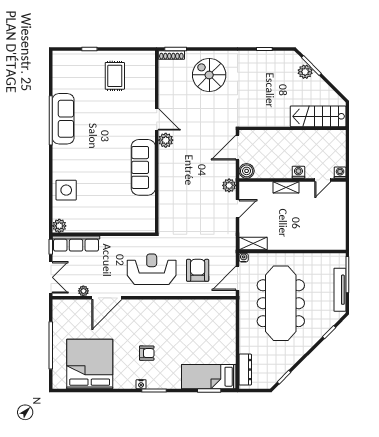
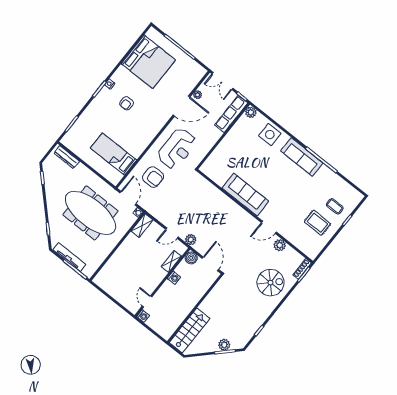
coffee table: (86, 72) -> (335, 206), added
sofa: (63, 119) -> (302, 157), moved
plant: (166, 140) -> (280, 245), moved
washing machine: (298, 172) -> (174, 278), moved
shelving: (286, 187) -> (171, 261), moved
door: (237, 209) -> (172, 233), hinge flipped
door: (107, 298) -> (181, 106), swing flipped
bed: (209, 377) -> (113, 154), moved, turned -90

